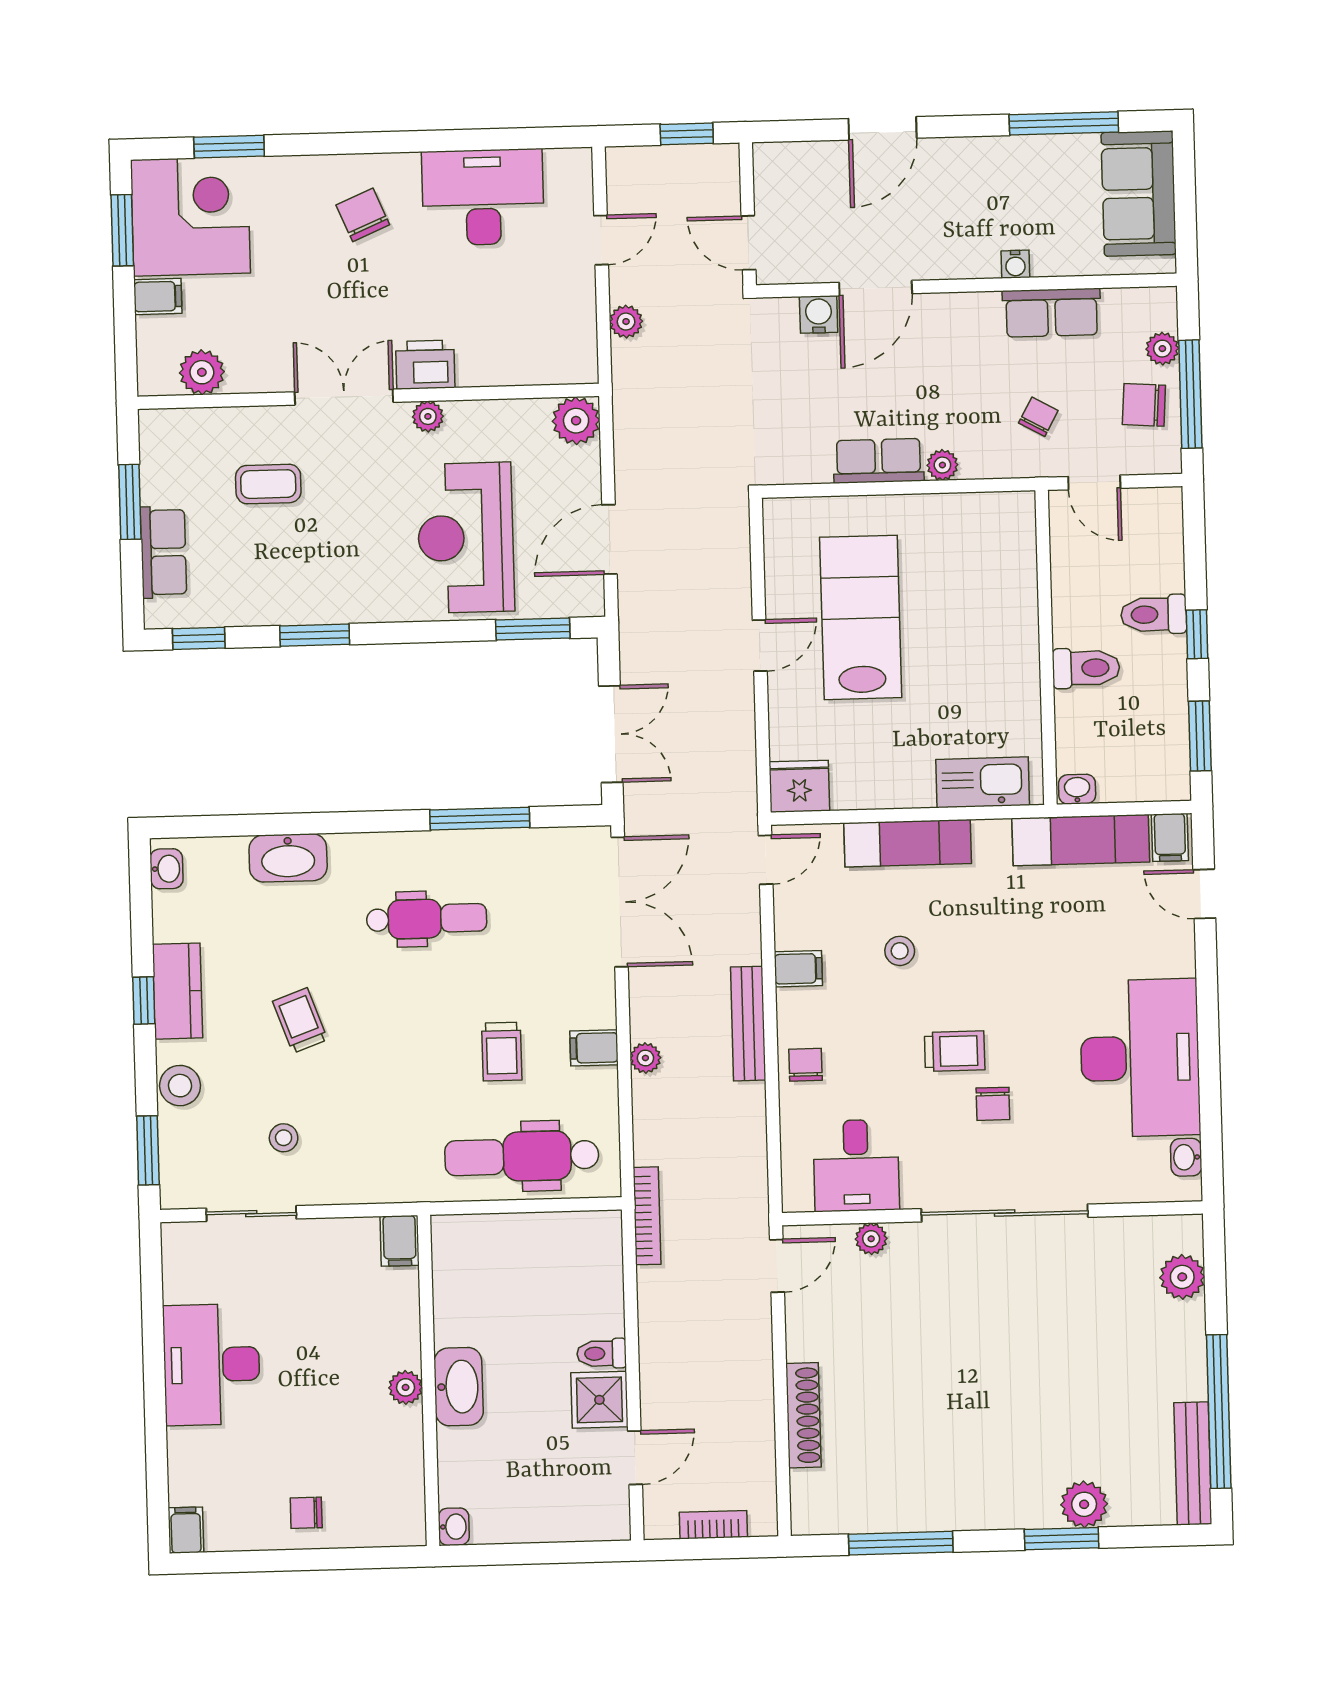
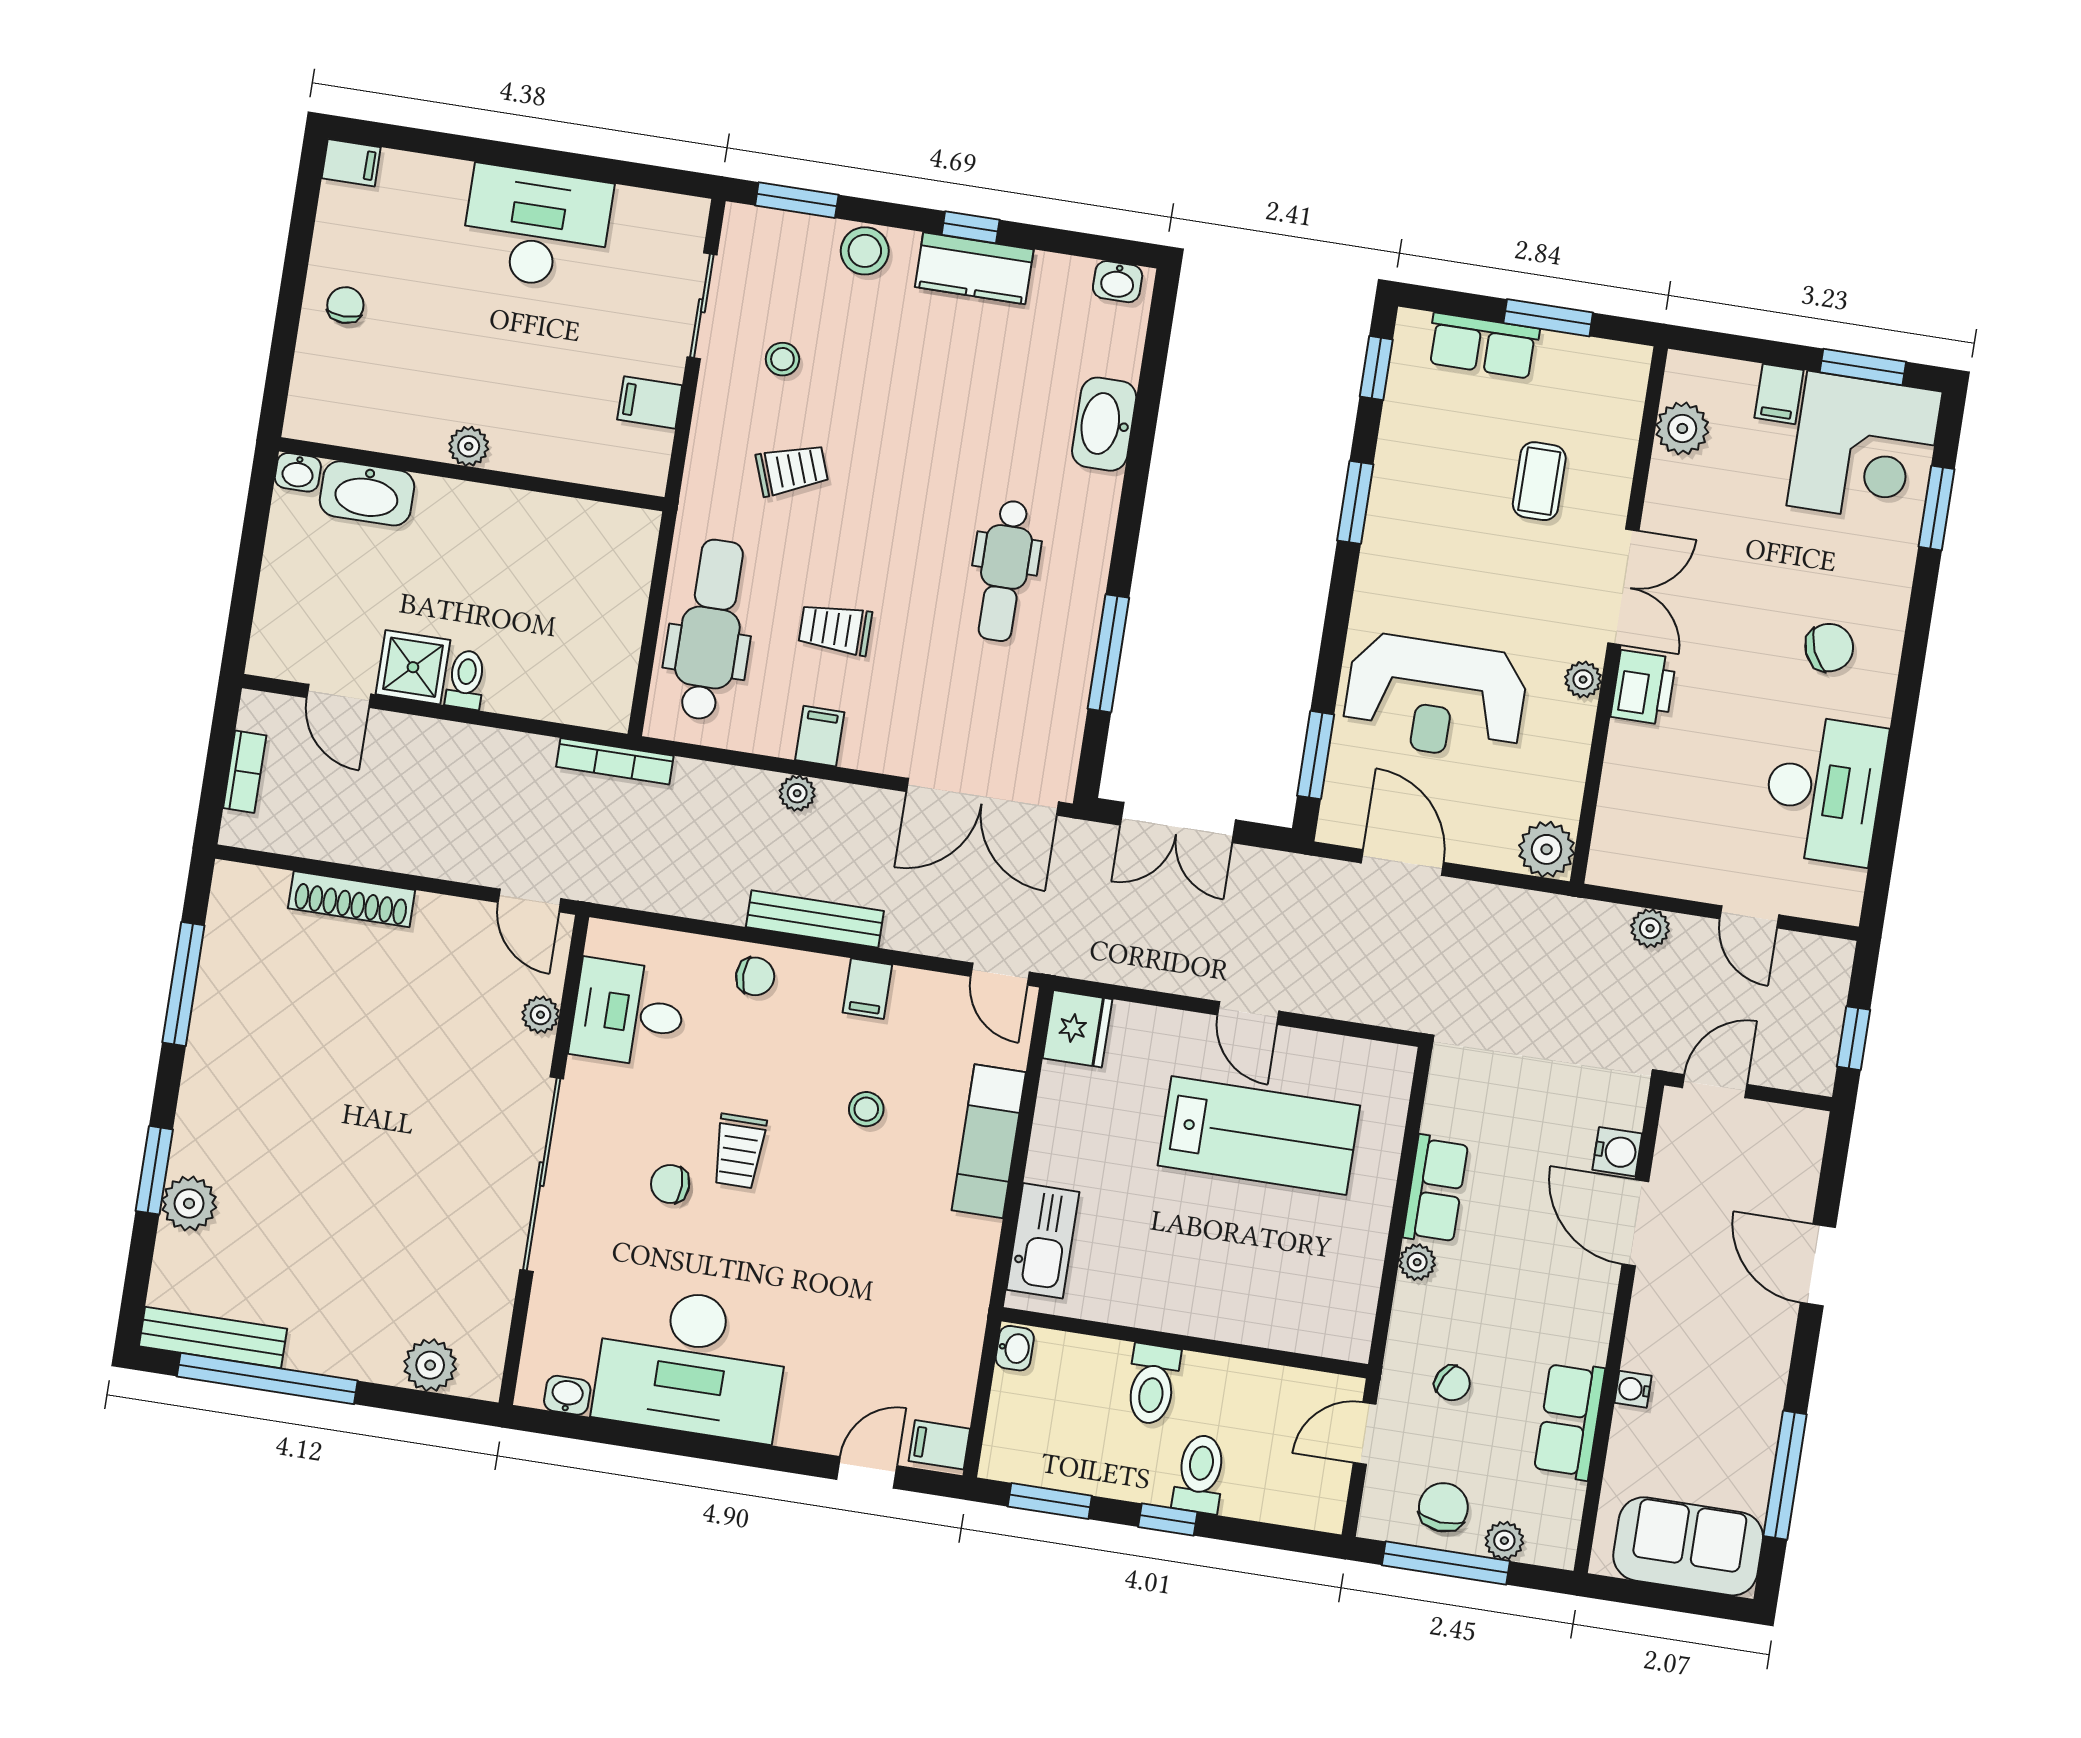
reception desk: (466, 538) -> (1435, 697), turned 180
exam couch: (1081, 840) -> (955, 1342), removed
trolley: (300, 1020) -> (792, 470), moved
filing cabinet: (400, 1241) -> (650, 402), moved
washbasin: (459, 1387) -> (367, 493), moved

